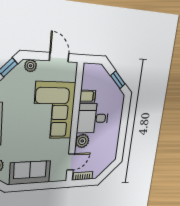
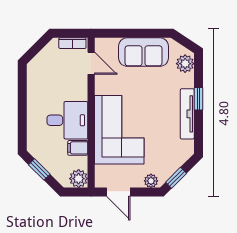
plant: (82, 141) -> (79, 179), moved
door: (71, 162) -> (91, 63), swing flipped

